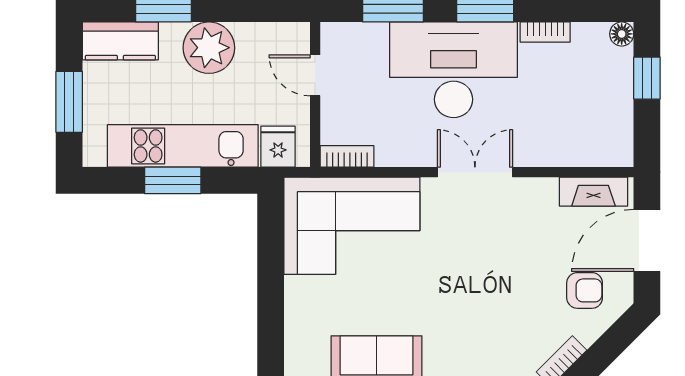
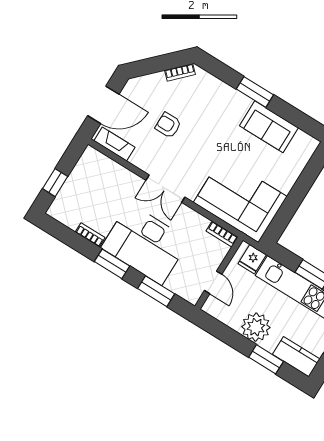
floor lamp: (622, 34) -> (54, 211), removed
armchair: (585, 290) -> (168, 125), moved

